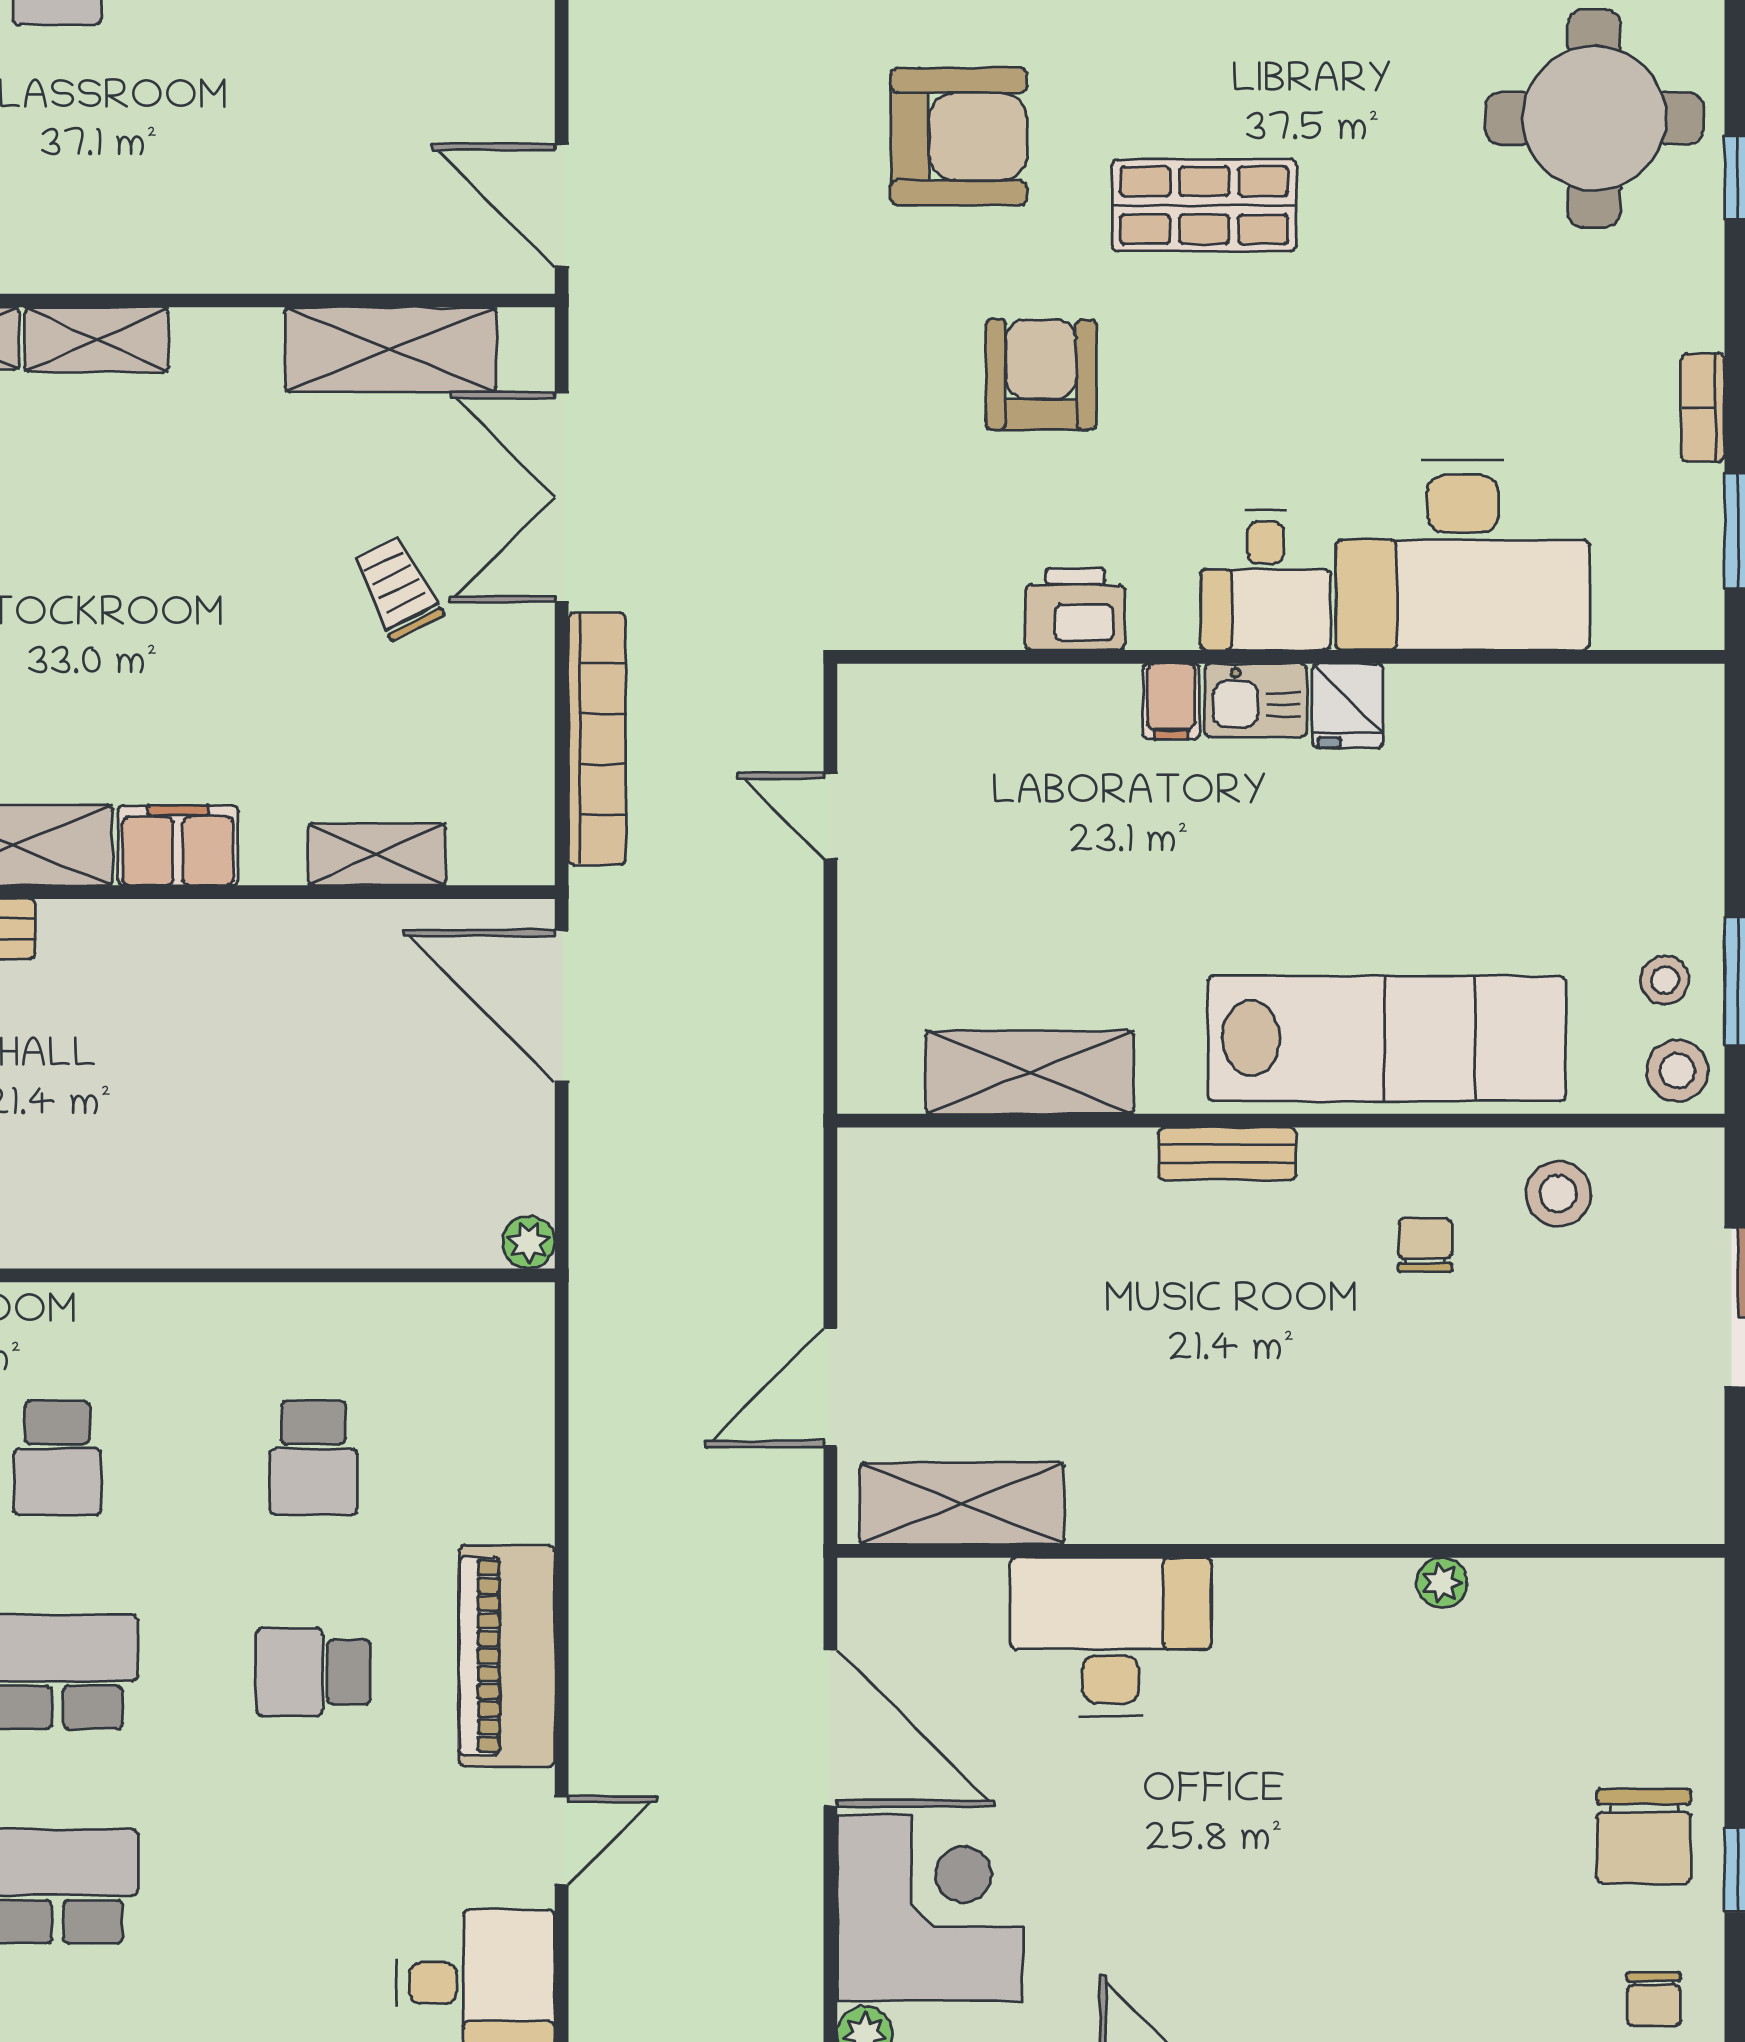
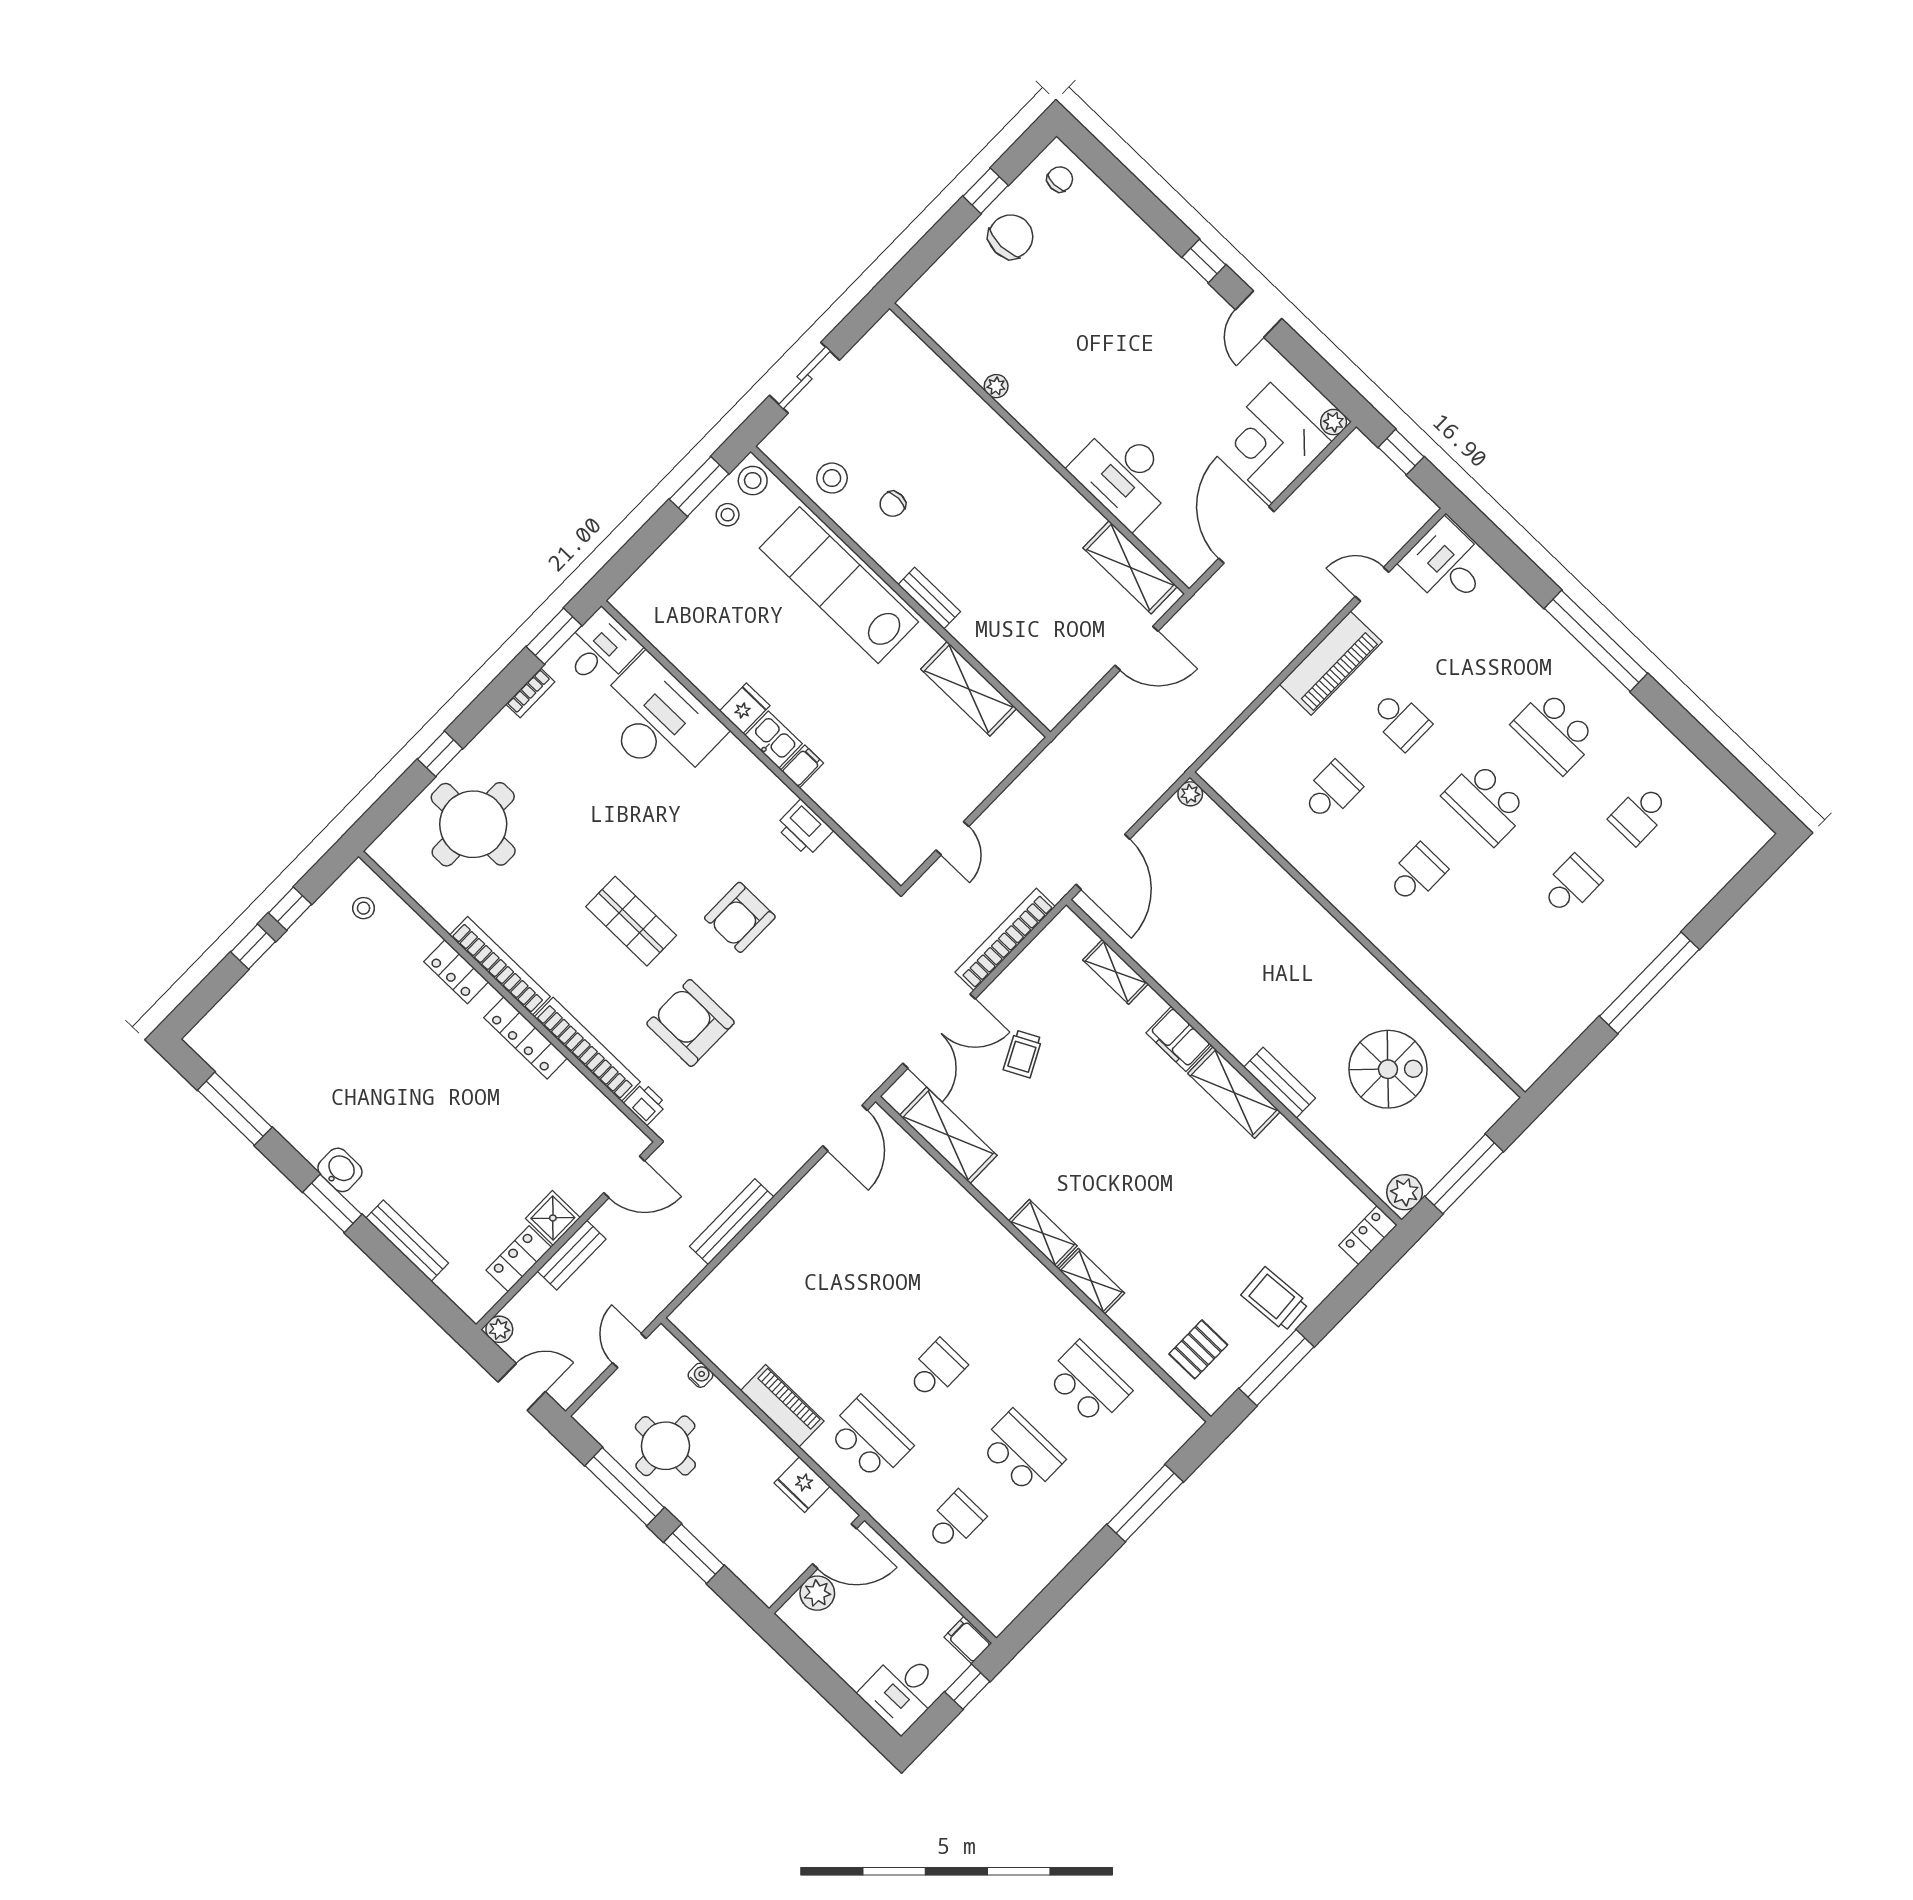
desk: (1266, 580) -> (600, 649), moved

